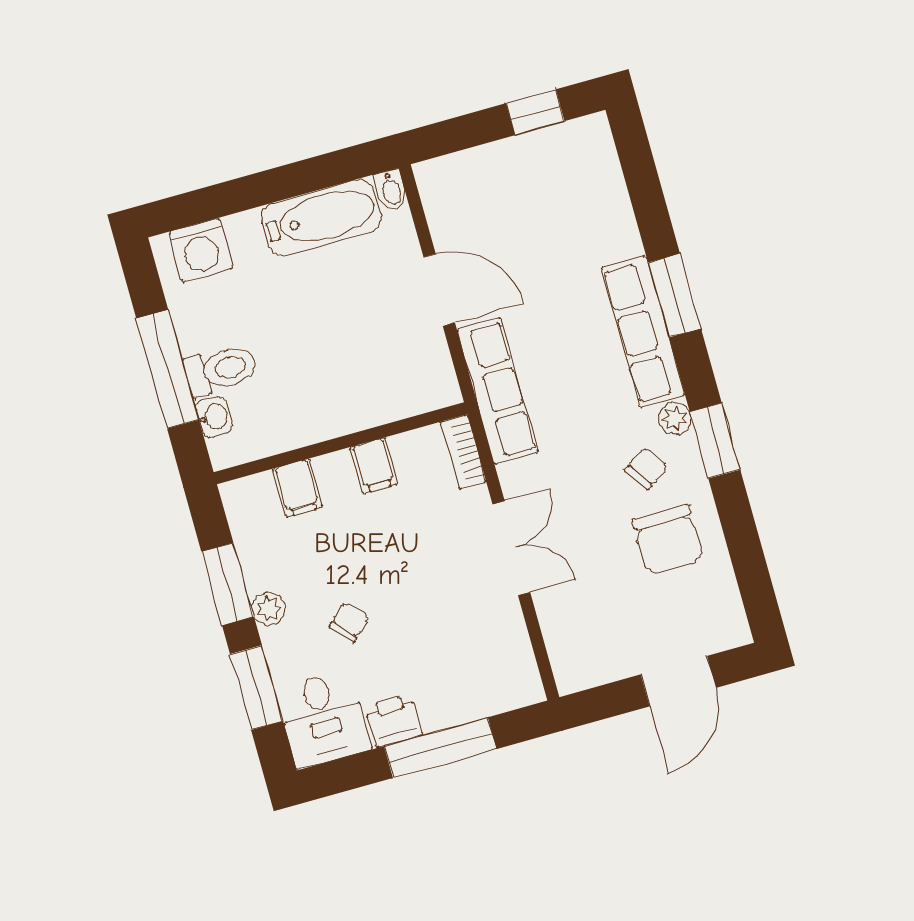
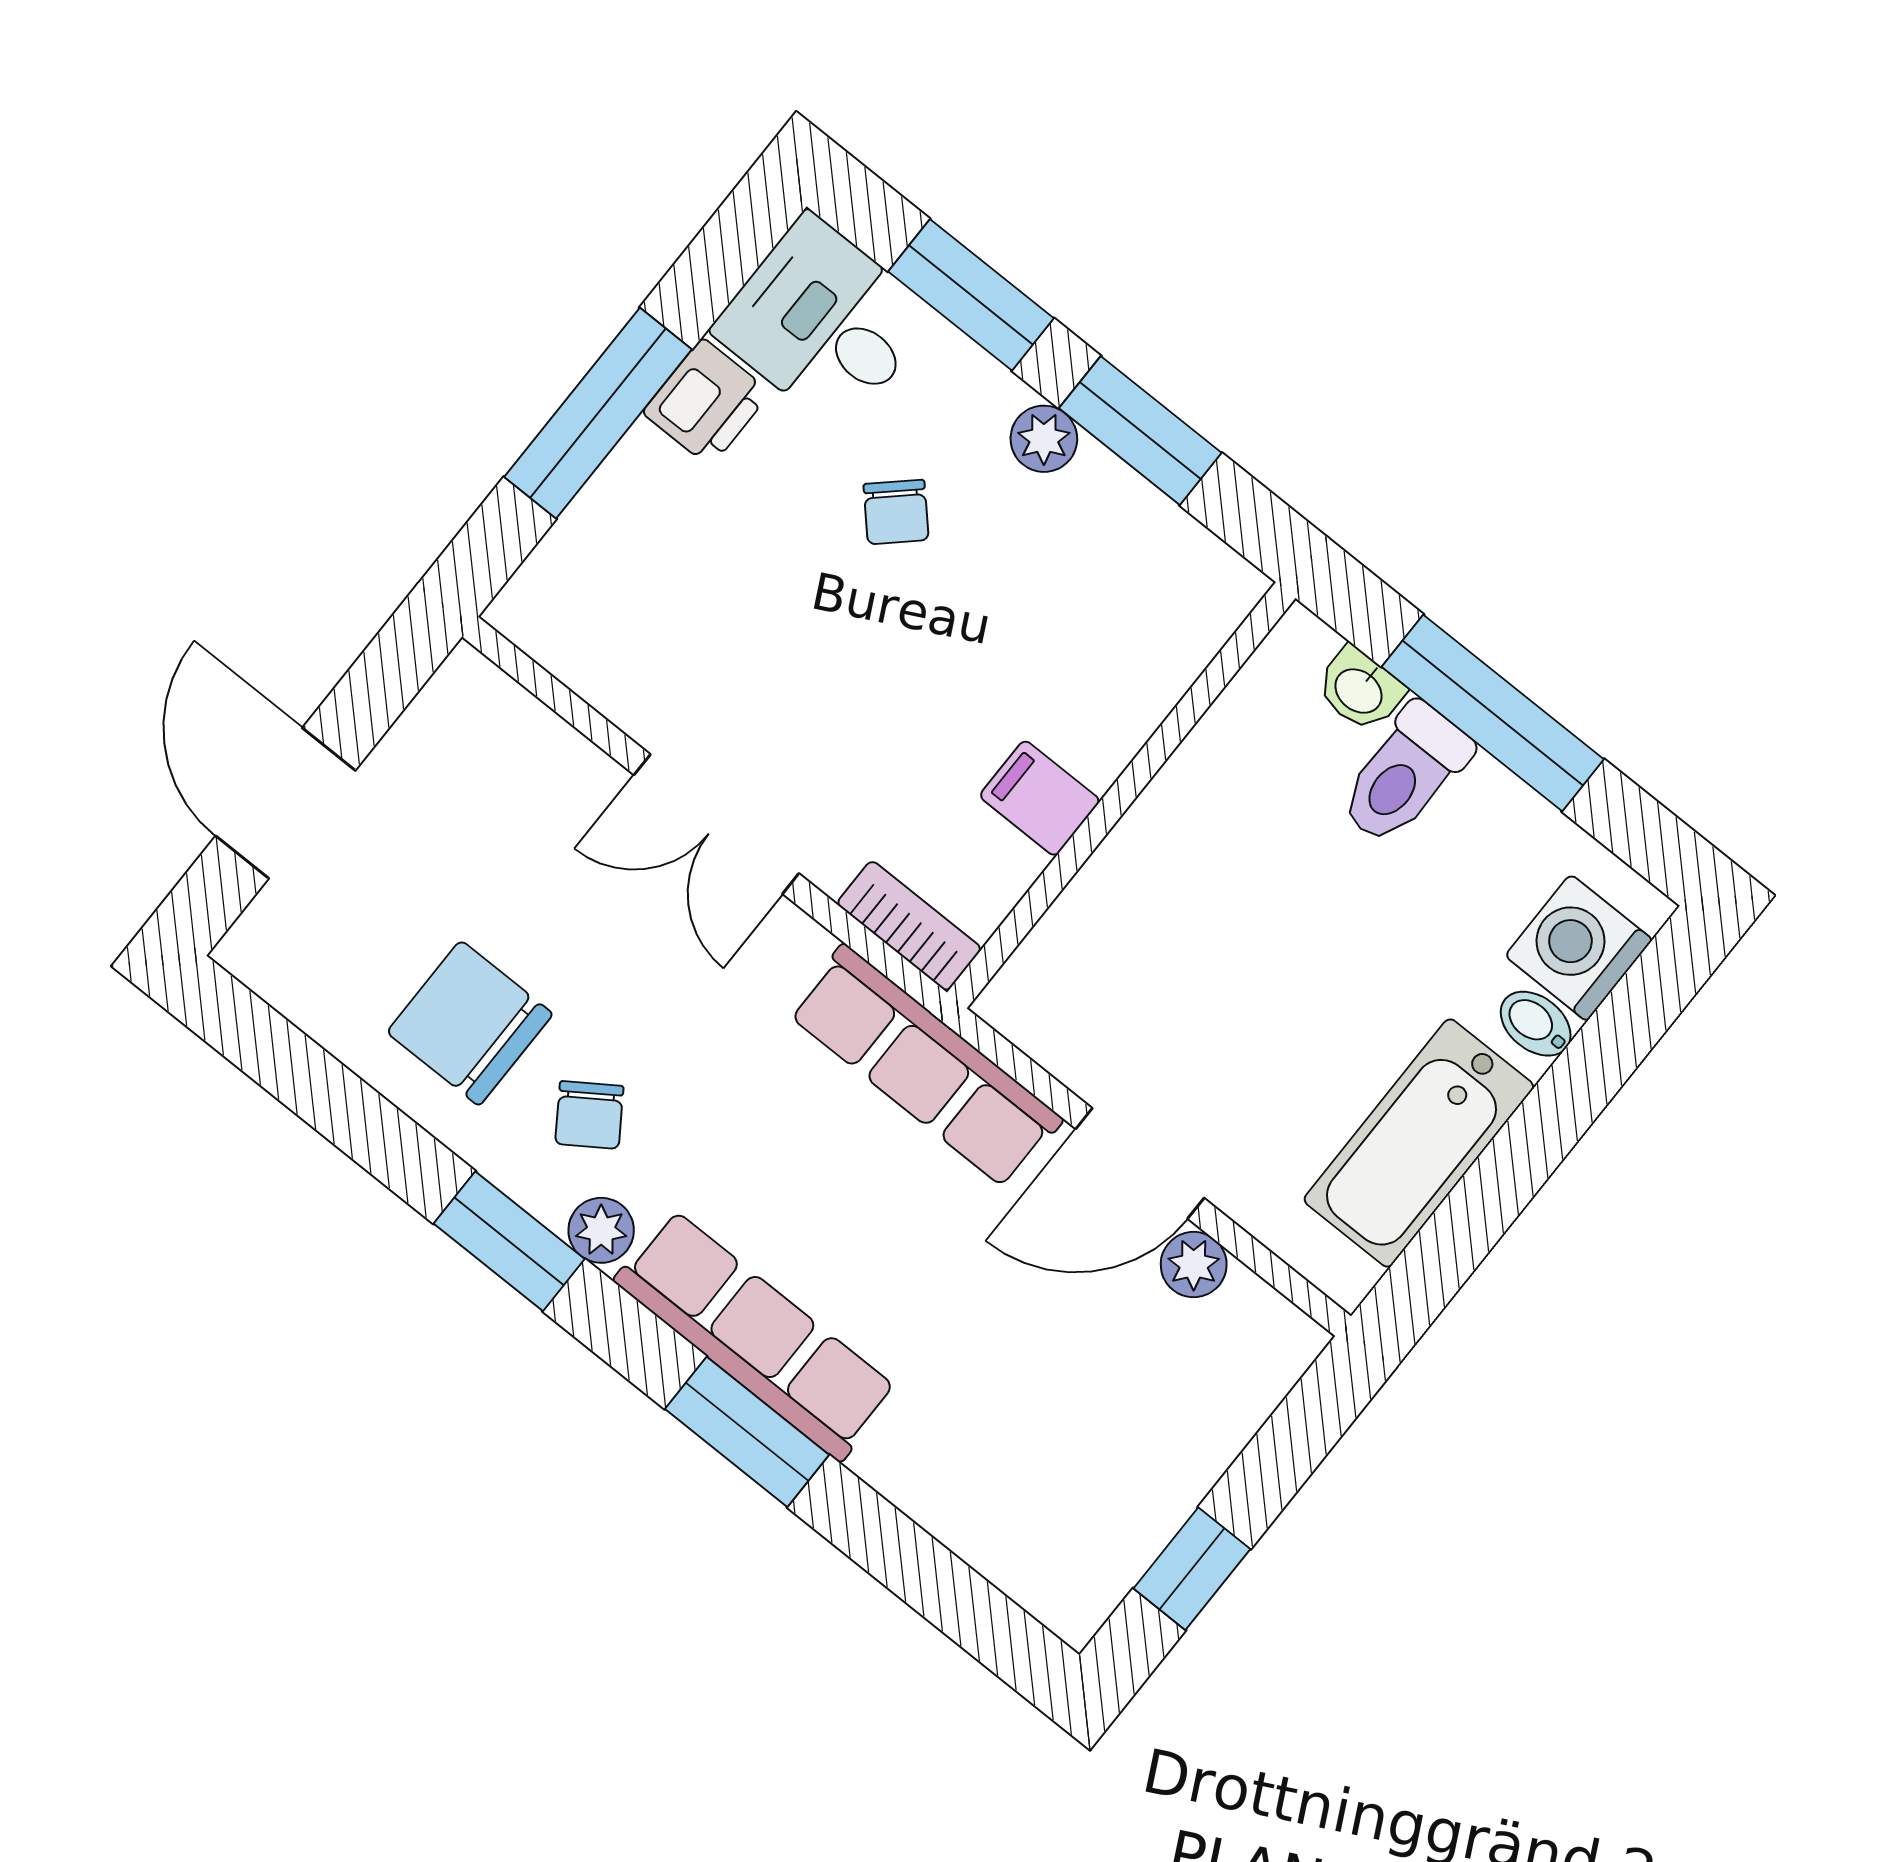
bidet: (391, 190) -> (1536, 1024), moved
plant: (447, 234) -> (1194, 1265), added
filing cabinet: (298, 488) -> (1139, 671), removed

